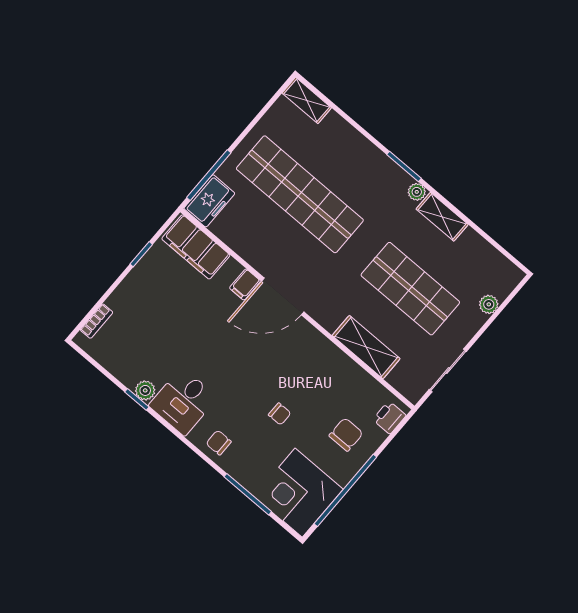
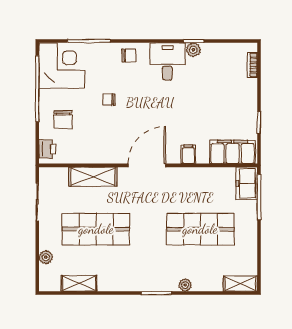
plant: (417, 192) -> (185, 285), moved
shop shelf: (300, 194) -> (200, 229), width x0.71
shelving: (442, 217) -> (79, 283), moved
door: (283, 296) -> (147, 165), moved

